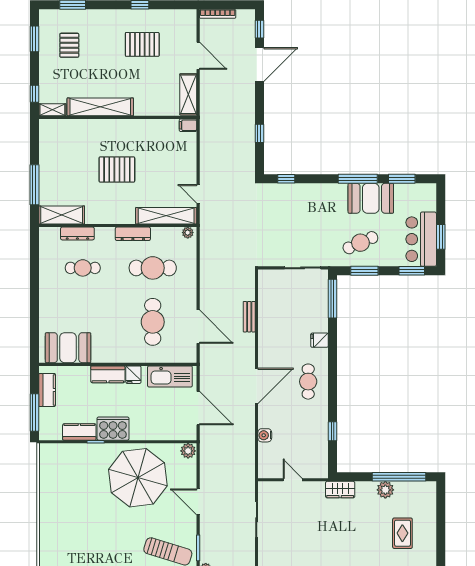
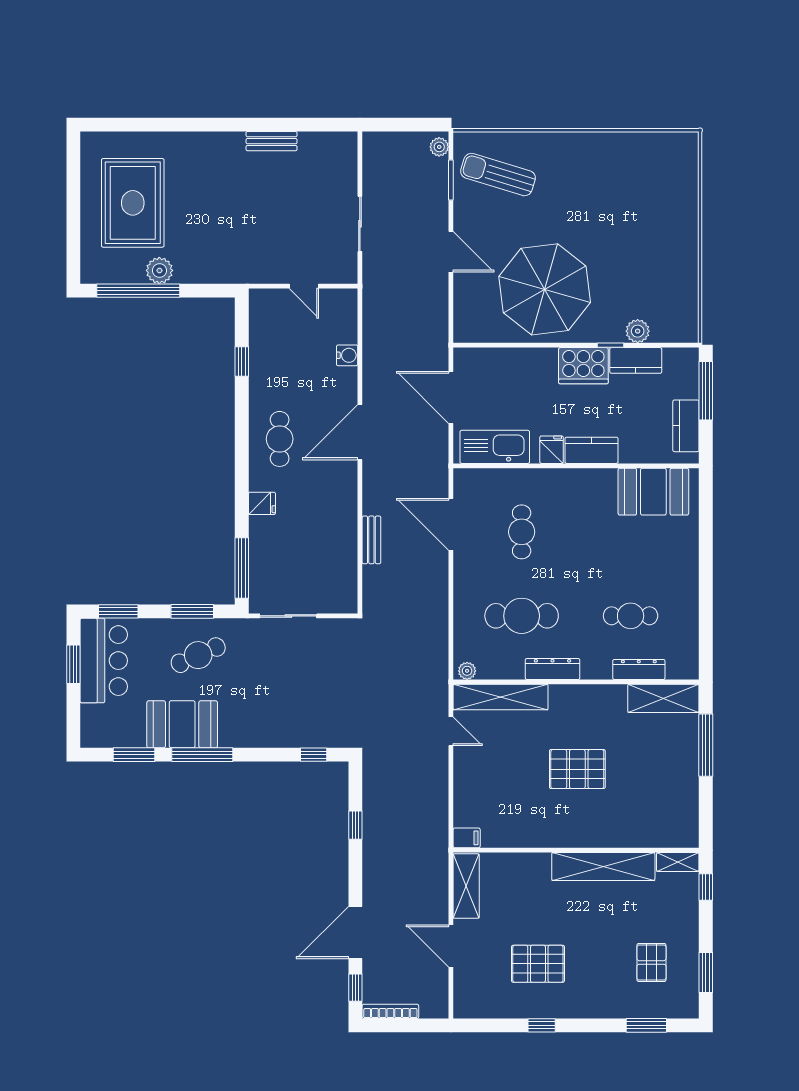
bookcase: (218, 14) -> (390, 1011), moved
cafe table: (153, 322) -> (522, 532), width x0.73, depth x0.74
plant: (188, 451) -> (638, 331), moved
wardrobe: (340, 490) -> (230, 271), removed
rug: (402, 533) -> (133, 203), width x1.86, depth x2.06

